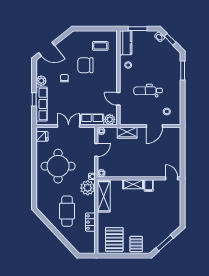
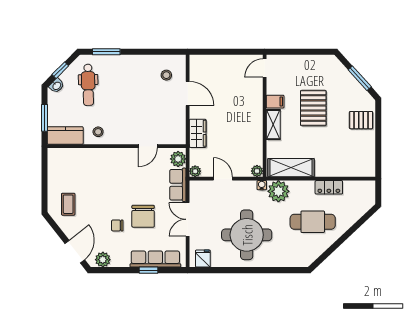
coffee table: (100, 46) -> (68, 204), moved
chair: (85, 65) -> (143, 216), moved
plant: (41, 81) -> (103, 260), moved
dental chair: (148, 91) -> (88, 85), moved
pallet: (114, 239) -> (313, 108), moved, turned 90

